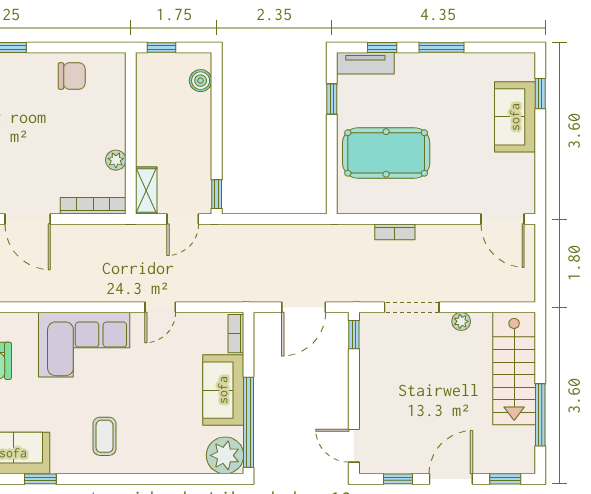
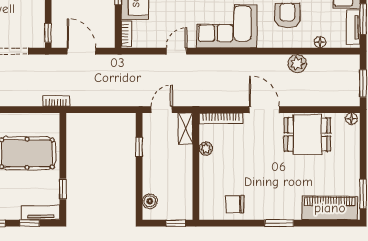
window: (217, 194) -> (139, 147), moved
bookcase: (395, 232) -> (56, 101), moved
door: (304, 307) -> (82, 51), hinge flipped

